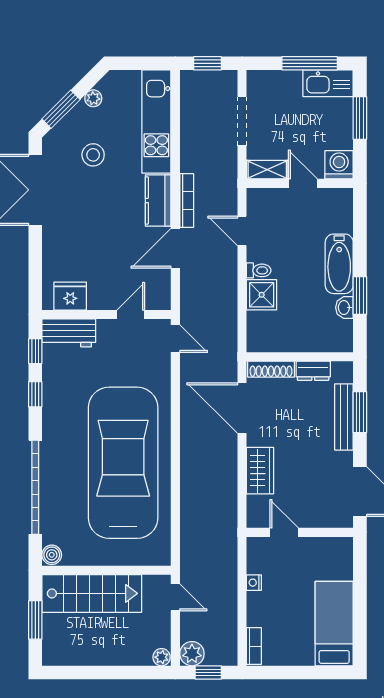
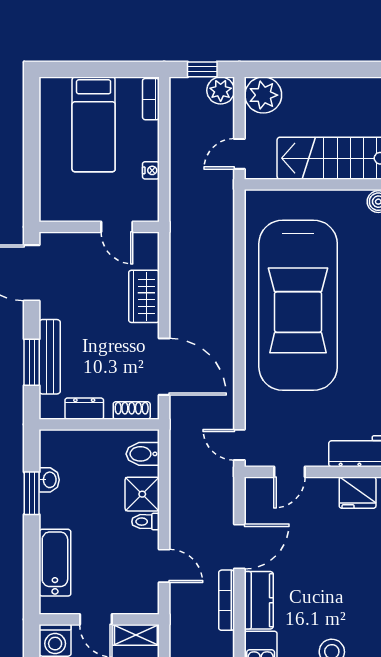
bathtub: (339, 264) -> (55, 563), moved
bidet: (261, 331) -> (143, 454), added
shoe rack: (271, 369) -> (132, 410), width x0.70
door: (175, 597) -> (239, 154), hinge flipped
bed: (334, 624) -> (94, 124), moved
plant: (162, 657) -> (263, 95), width x1.87, depth x1.87

